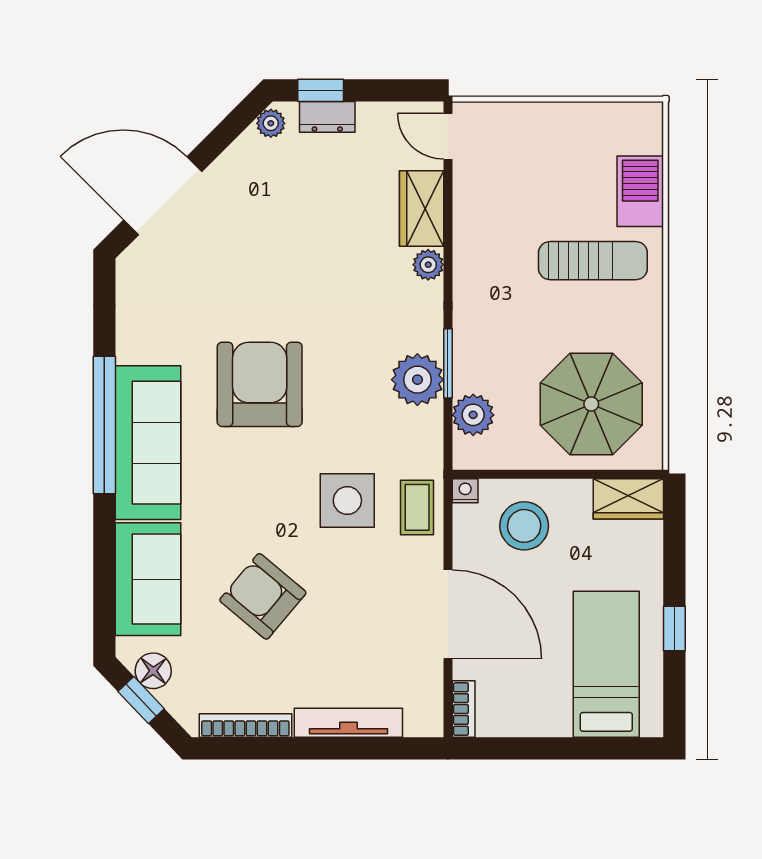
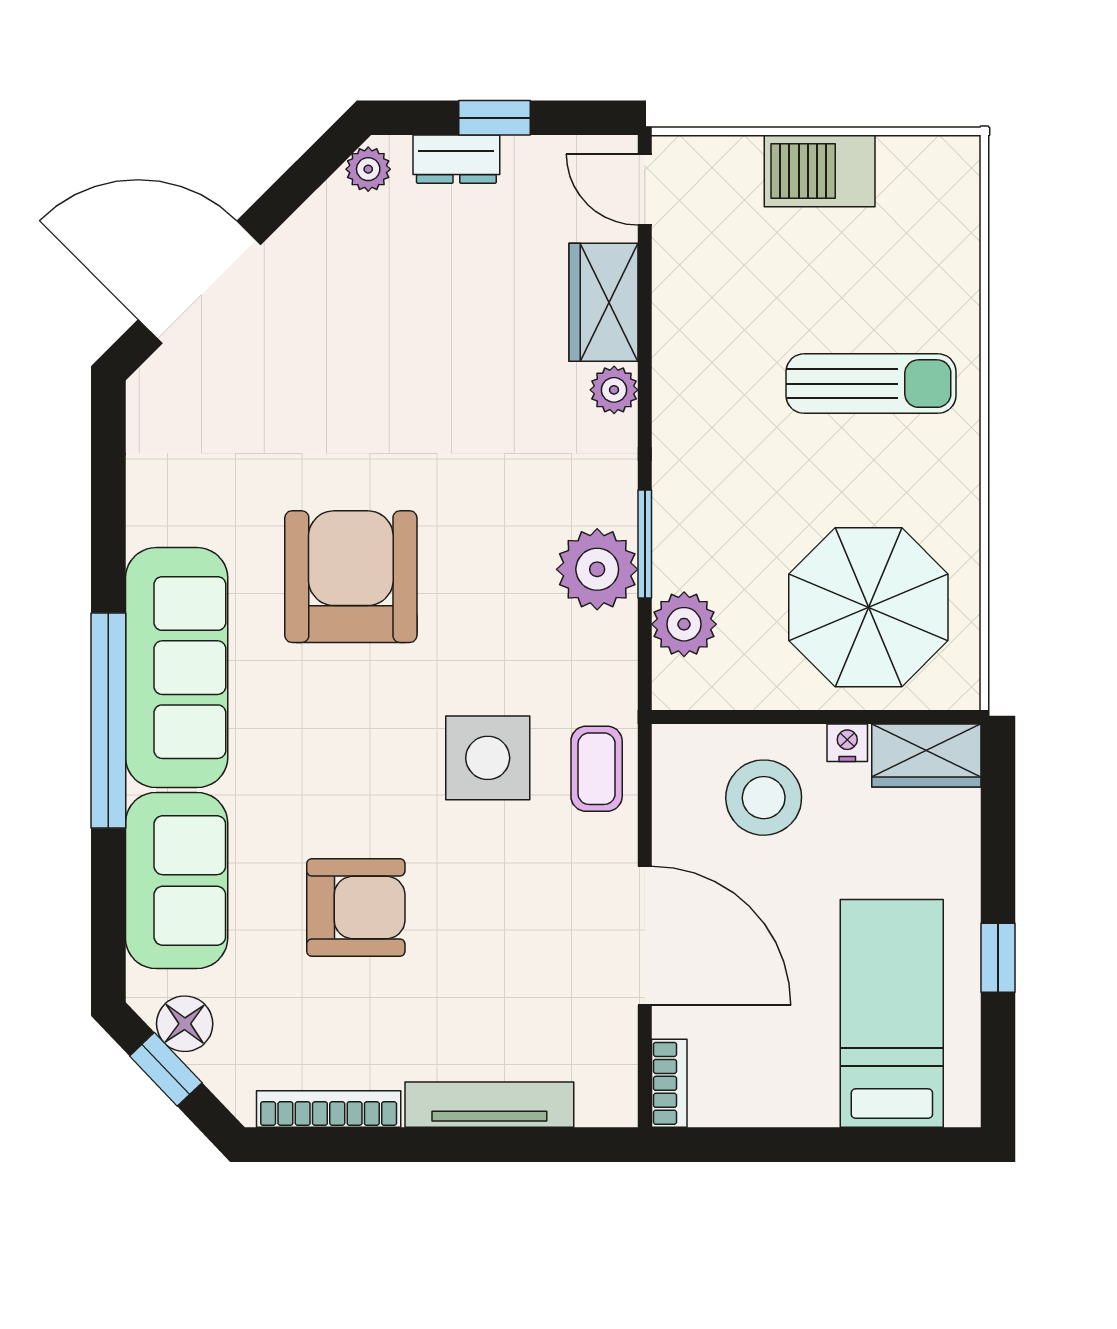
window: (321, 90) -> (494, 118), moved
barbecue: (640, 191) -> (820, 171), moved, turned -90
window: (104, 425) -> (108, 721), moved
nightstand: (465, 491) -> (847, 743), moved
armchair: (263, 596) -> (356, 907), turned 140

